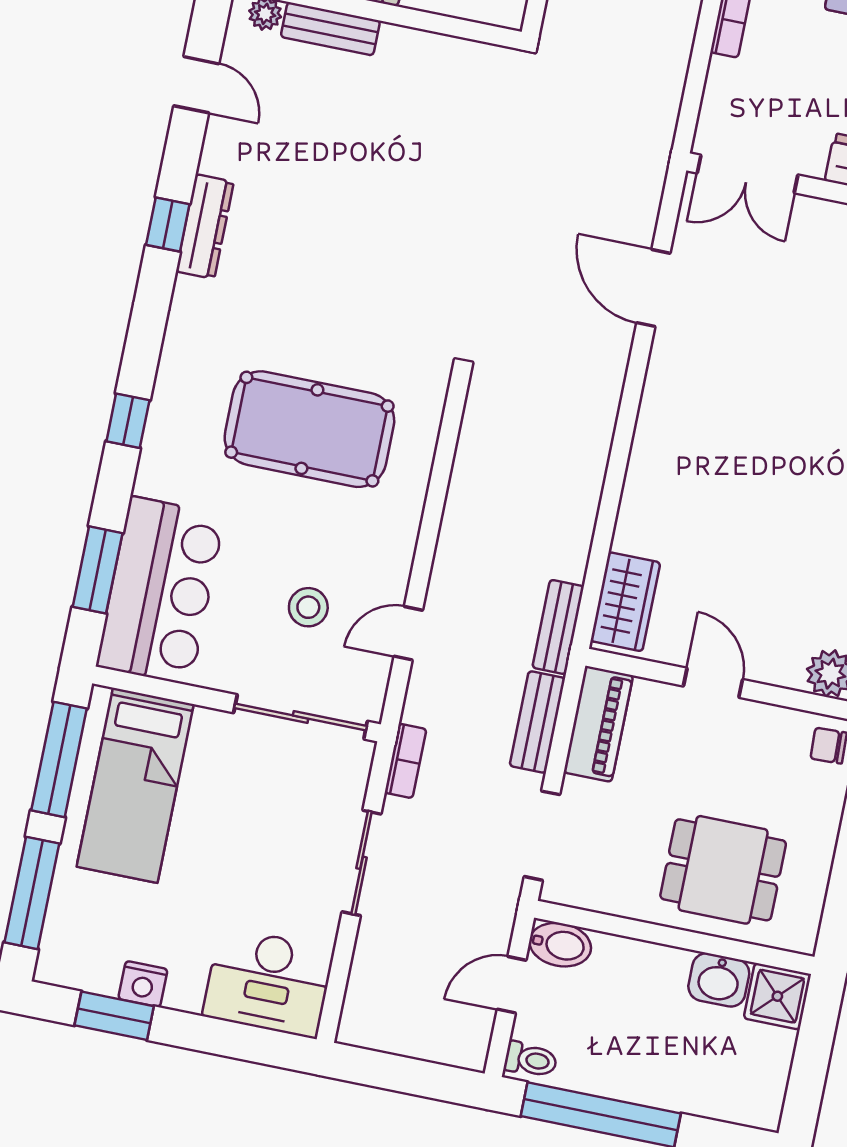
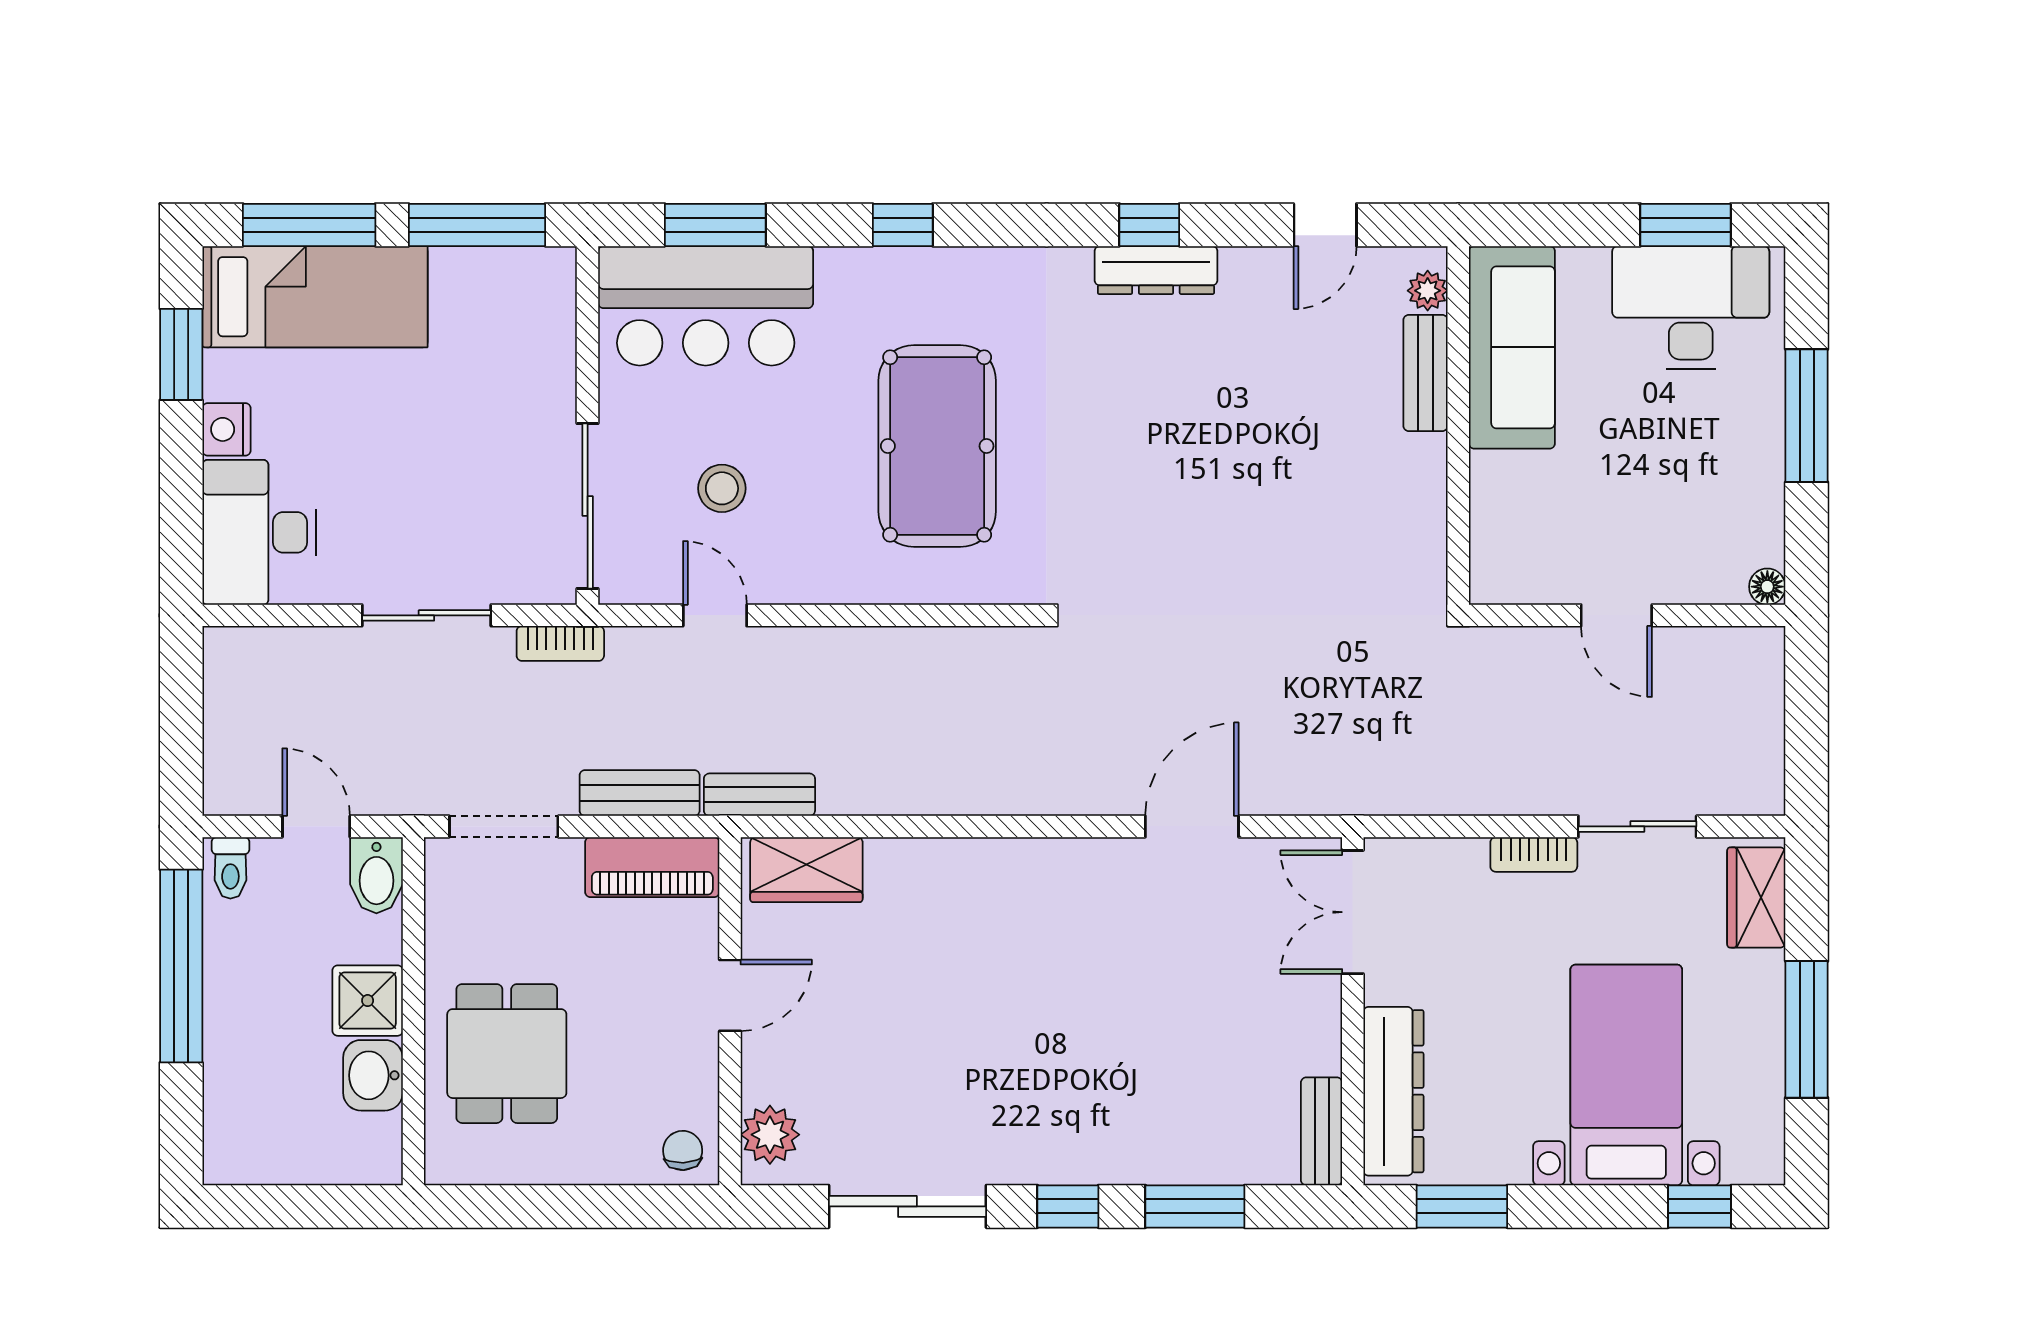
bed: (135, 785) -> (315, 297), moved, turned 180
nightstand: (143, 984) -> (226, 429), moved
shower: (777, 996) -> (368, 1001), moved

